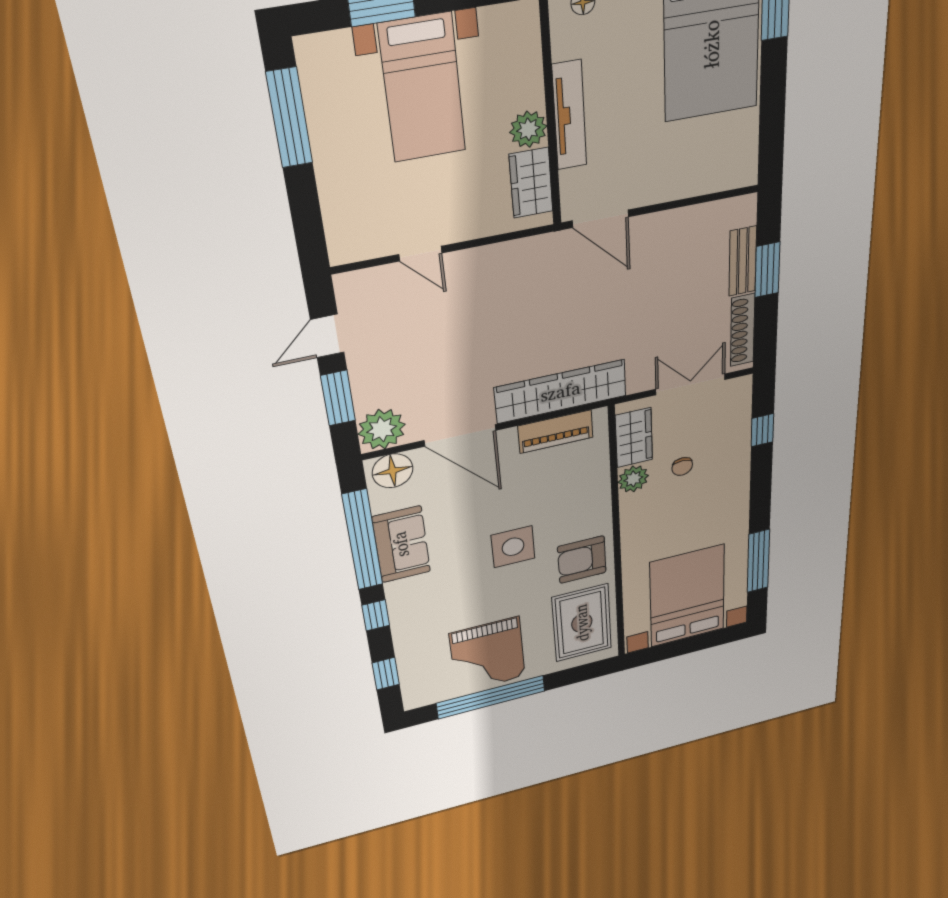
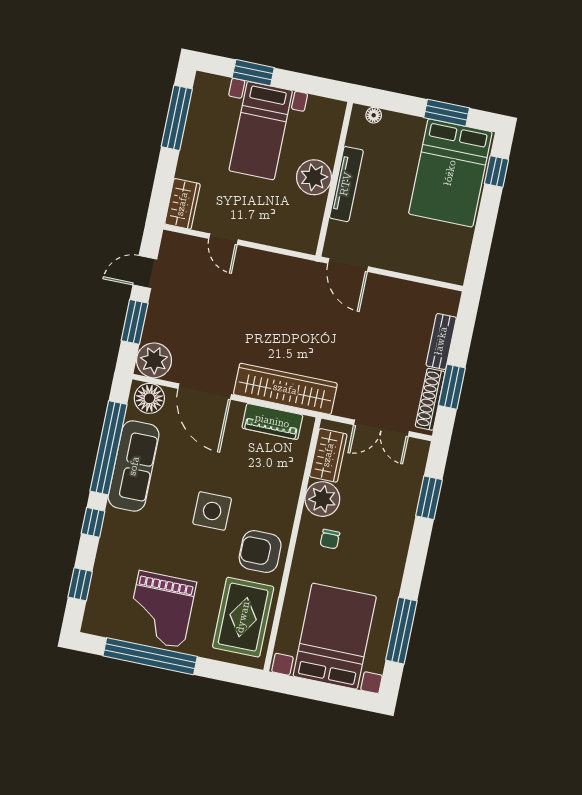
plant: (528, 129) -> (314, 177), width x1.36, depth x1.36
wardrobe: (531, 183) -> (182, 204), moved, turned 180
window: (767, 270) -> (452, 387), moved
double door: (690, 384) -> (381, 428), swing flipped
window: (762, 430) -> (429, 498), width x1.50
chair: (682, 467) -> (330, 539), moved
plant: (633, 479) -> (322, 499), width x1.36, depth x1.36
sofa: (401, 544) -> (134, 466), width x1.36

